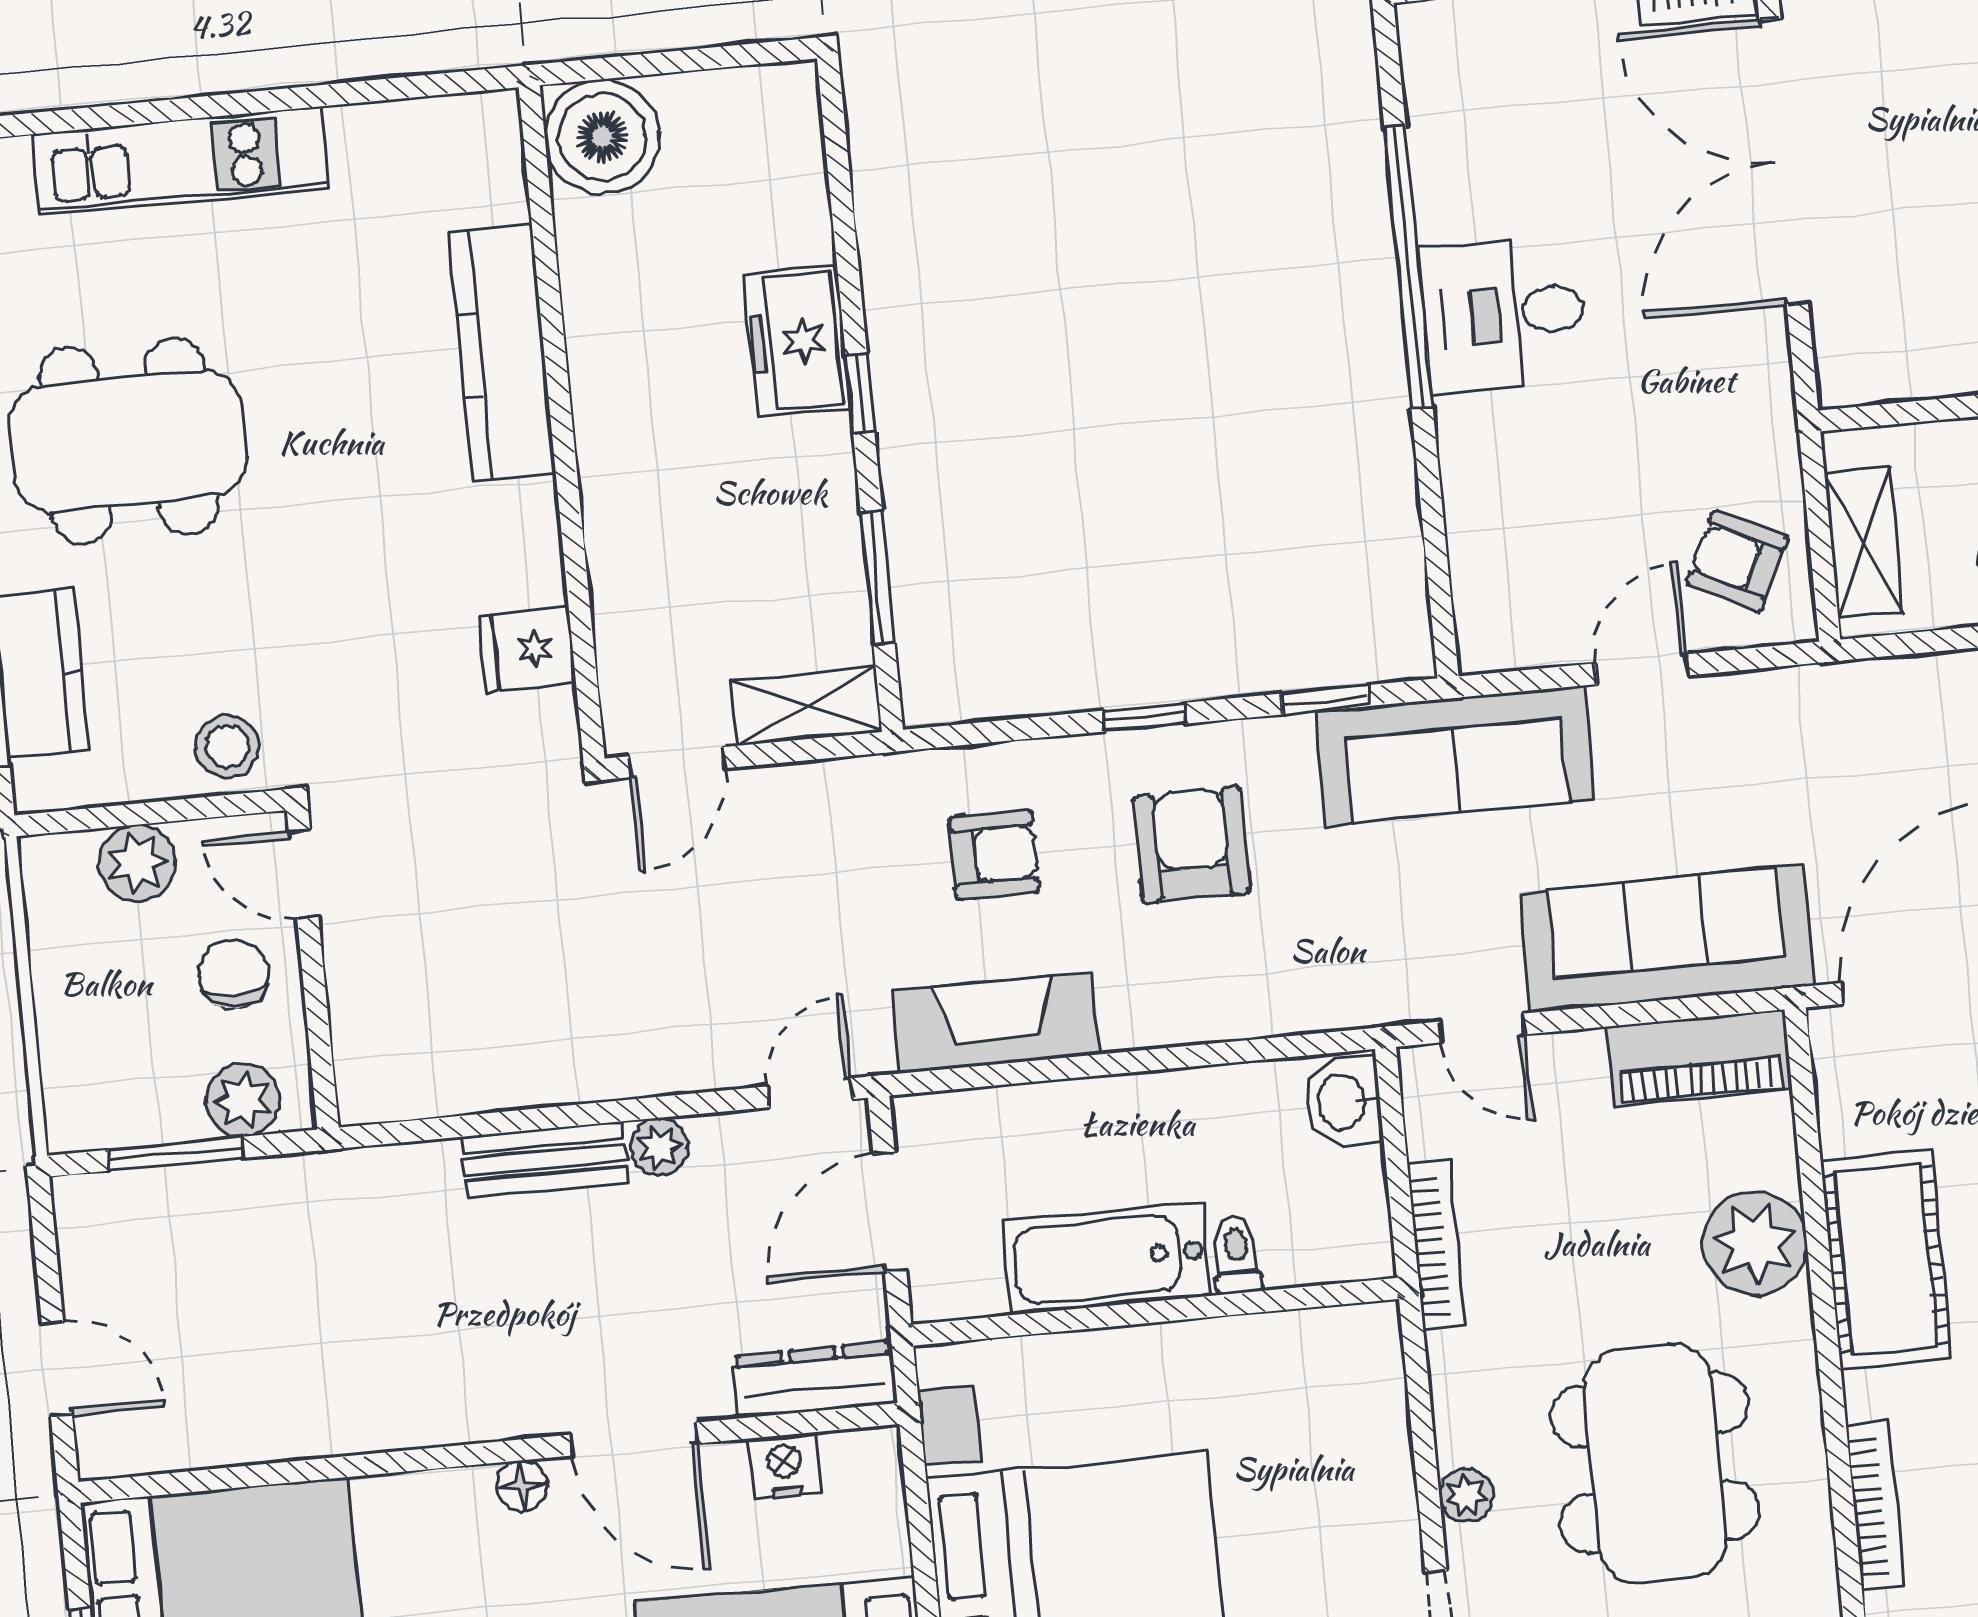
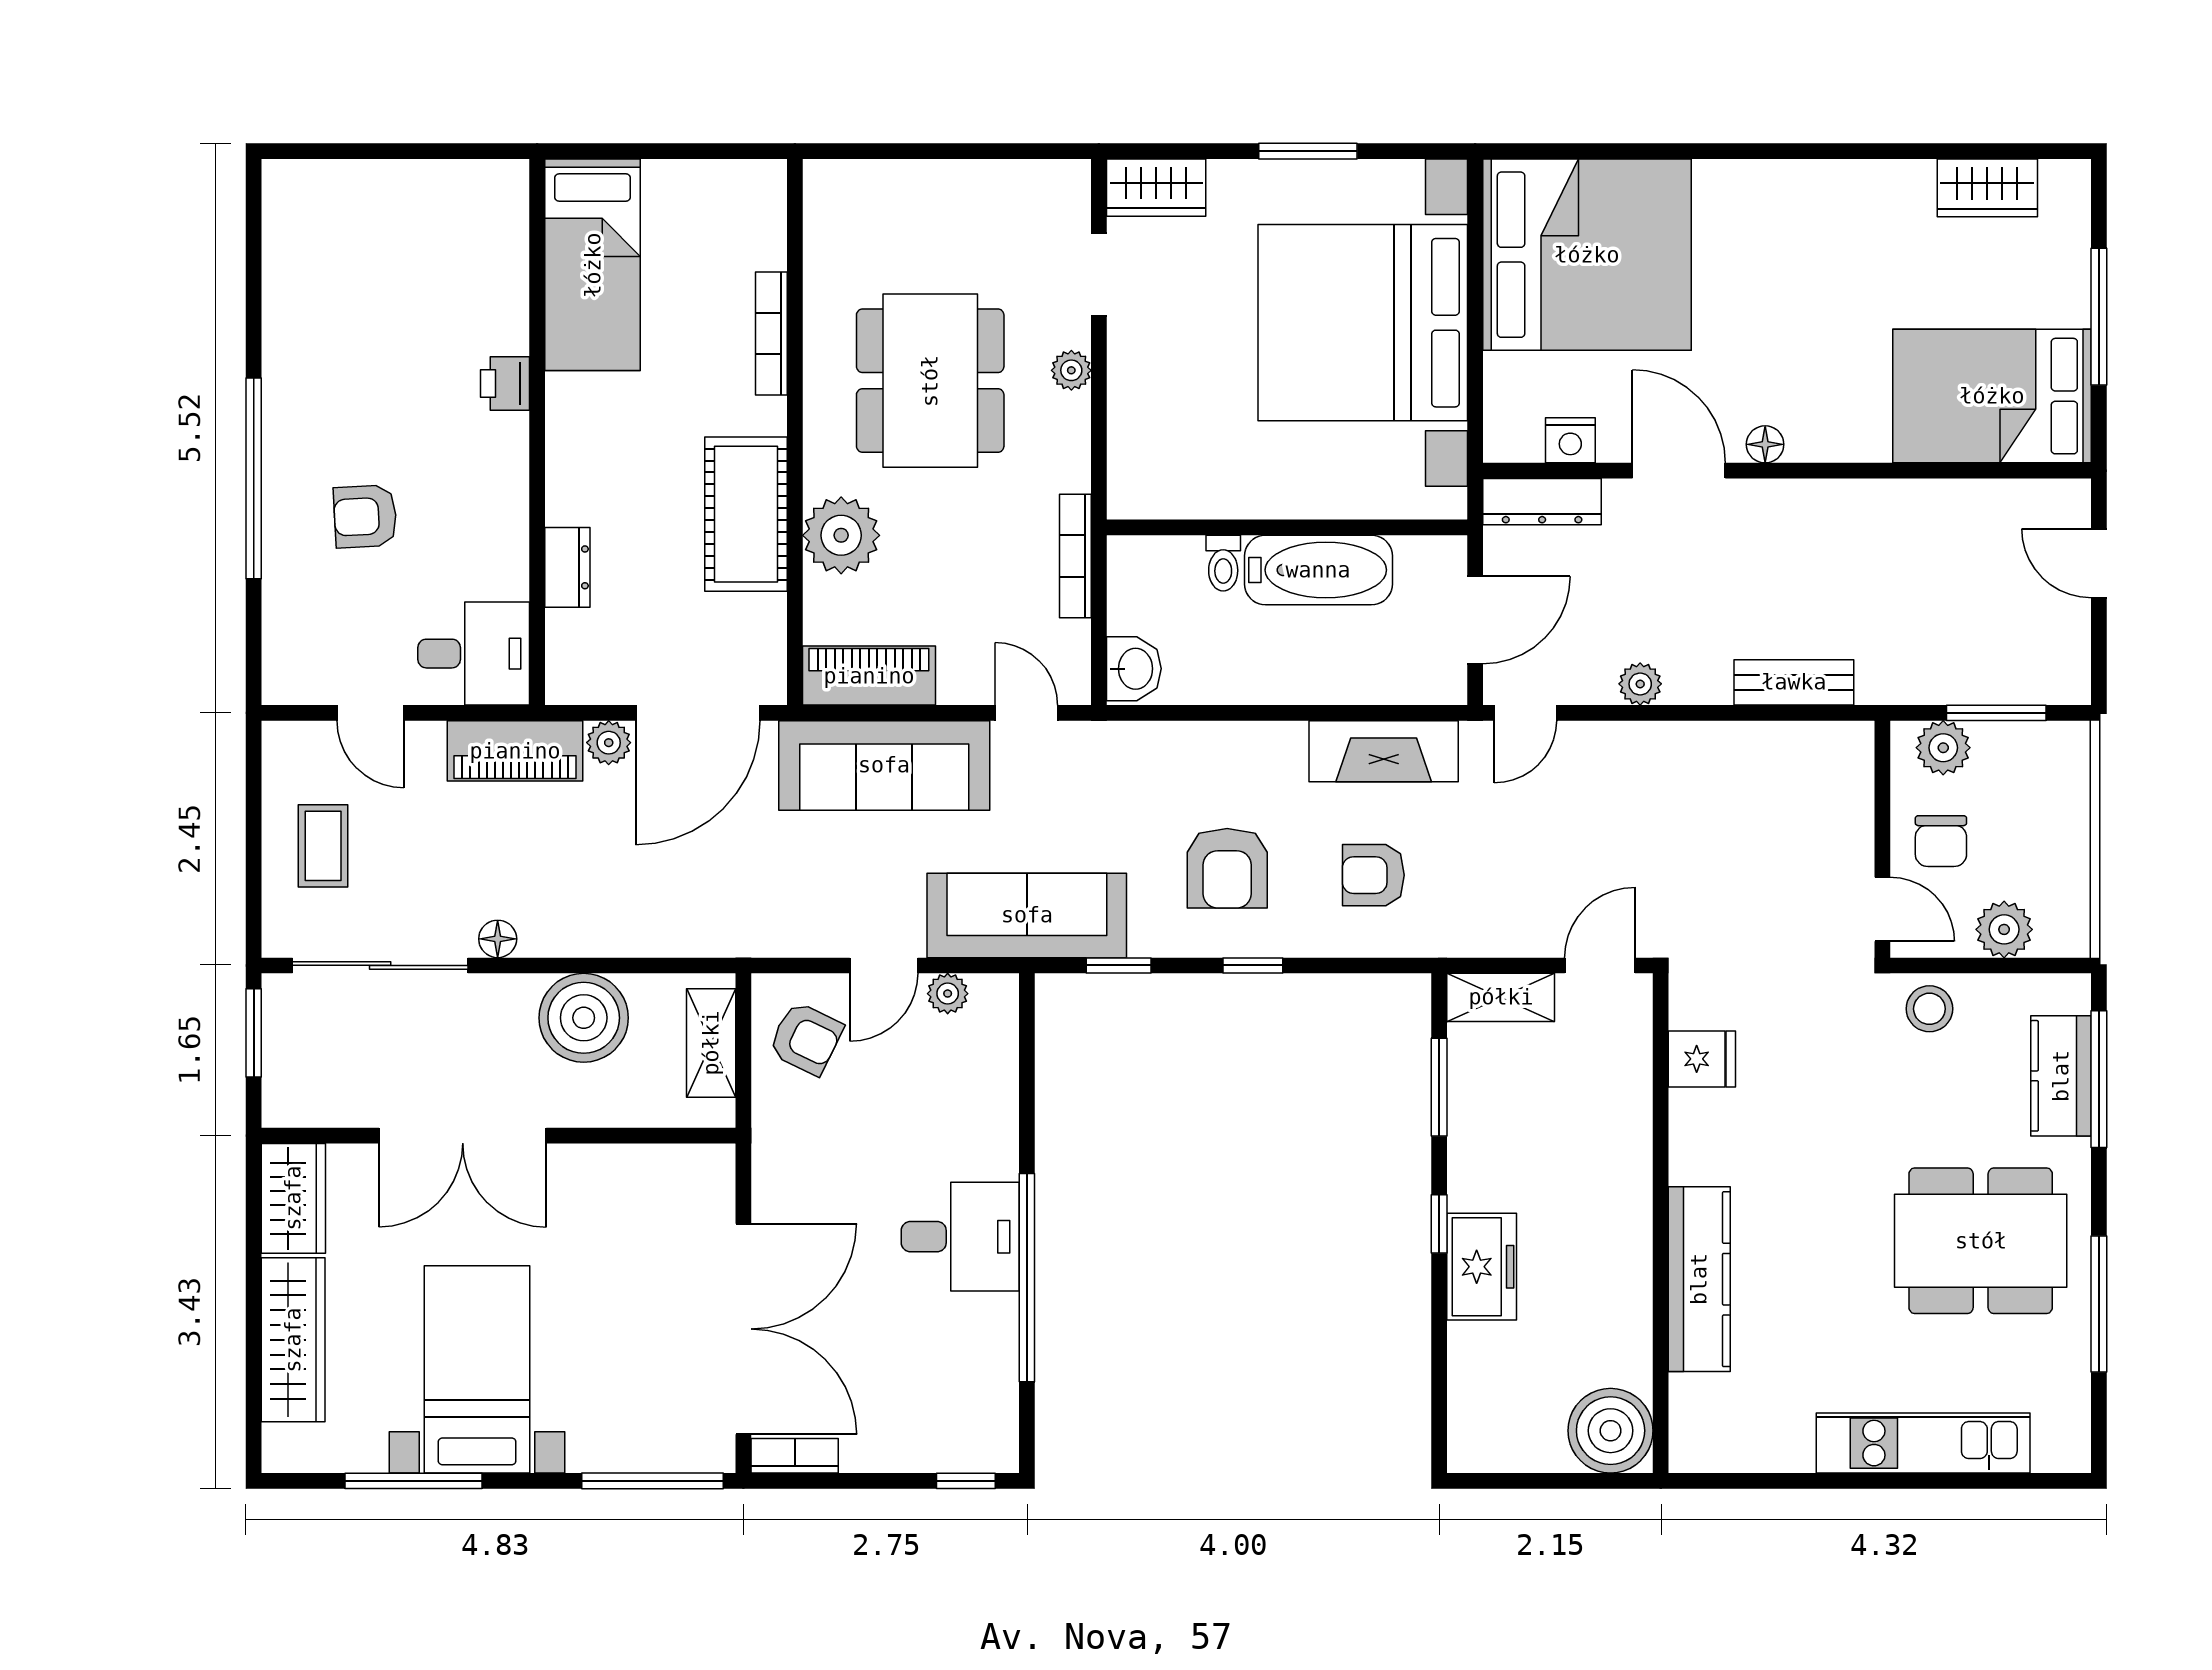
plant: (1552, 640) -> (948, 994), added
bench: (545, 1160) -> (1794, 682), moved

